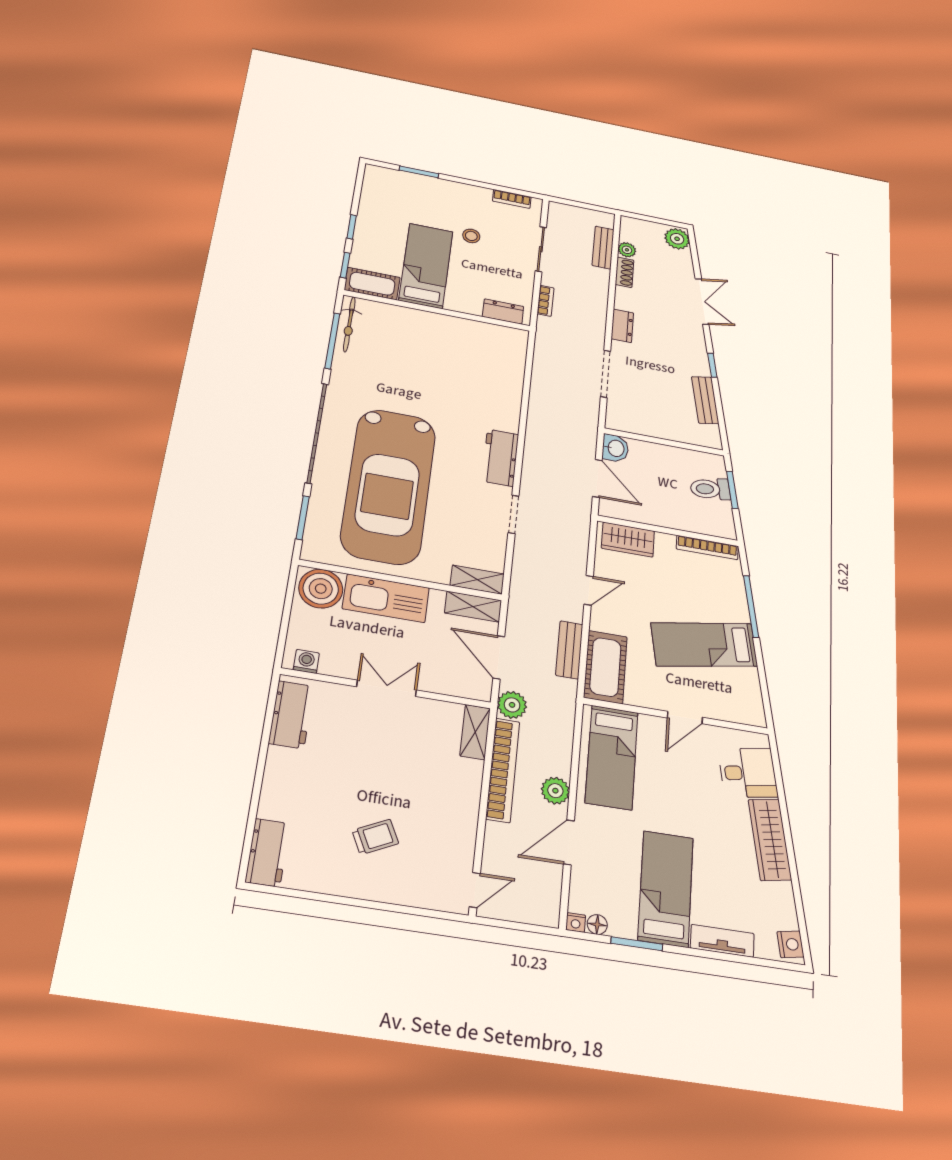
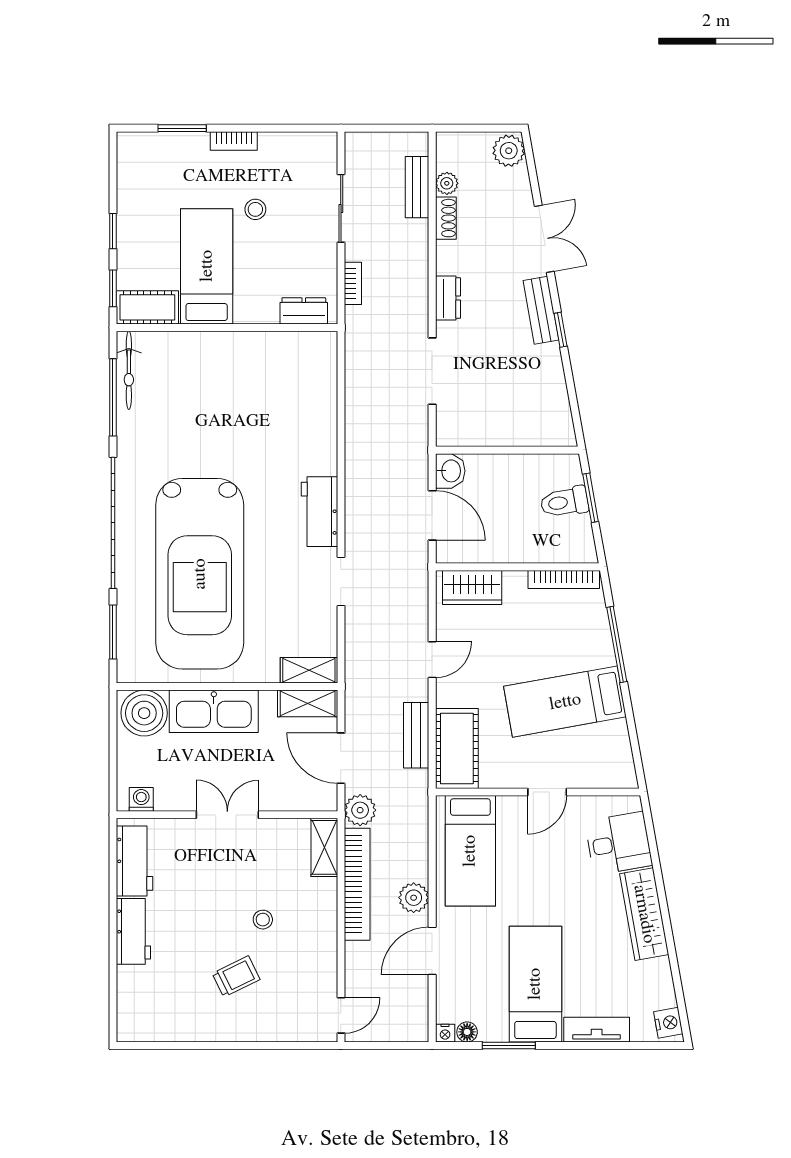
bookcase: (512, 199) -> (234, 141), moved
bench: (705, 400) -> (541, 310), moved
stool: (408, 788) -> (263, 920), added
workbench: (268, 853) -> (133, 931), moved

